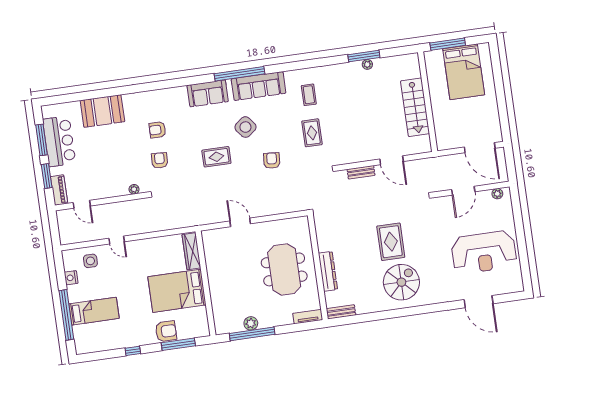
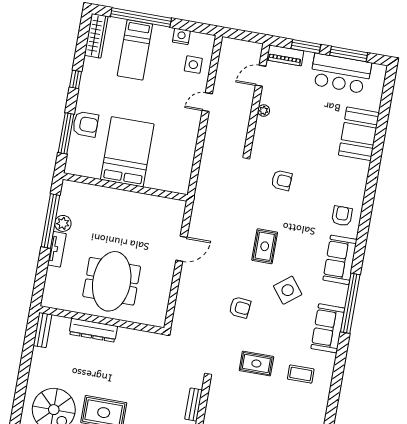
sofa: (259, 86) -> (328, 328), width x0.73
armchair: (157, 130) -> (342, 216), moved
plant: (134, 189) -> (264, 111), moved
wardrobe: (191, 251) -> (96, 36), moved, turned 90
meeting table: (284, 269) -> (112, 281), turned 90
tv unit: (308, 317) -> (57, 249), moved
armchair: (166, 331) -> (85, 124), turned -90

